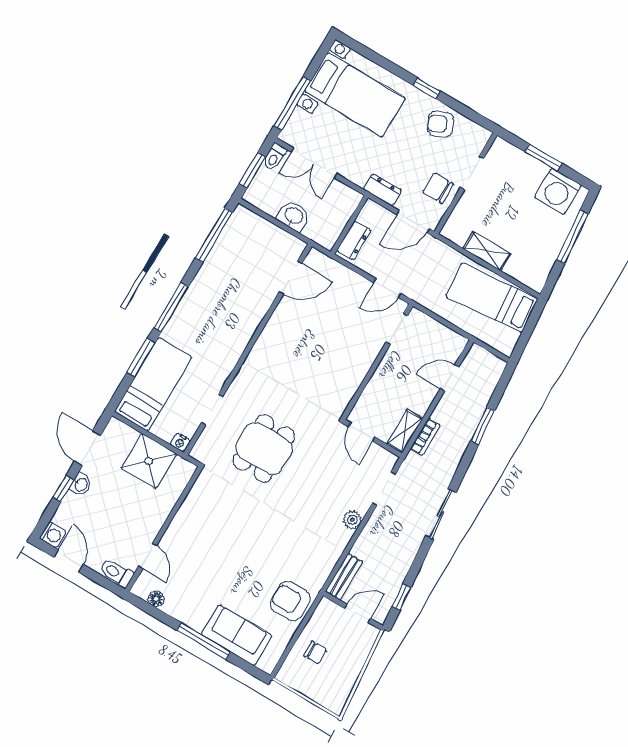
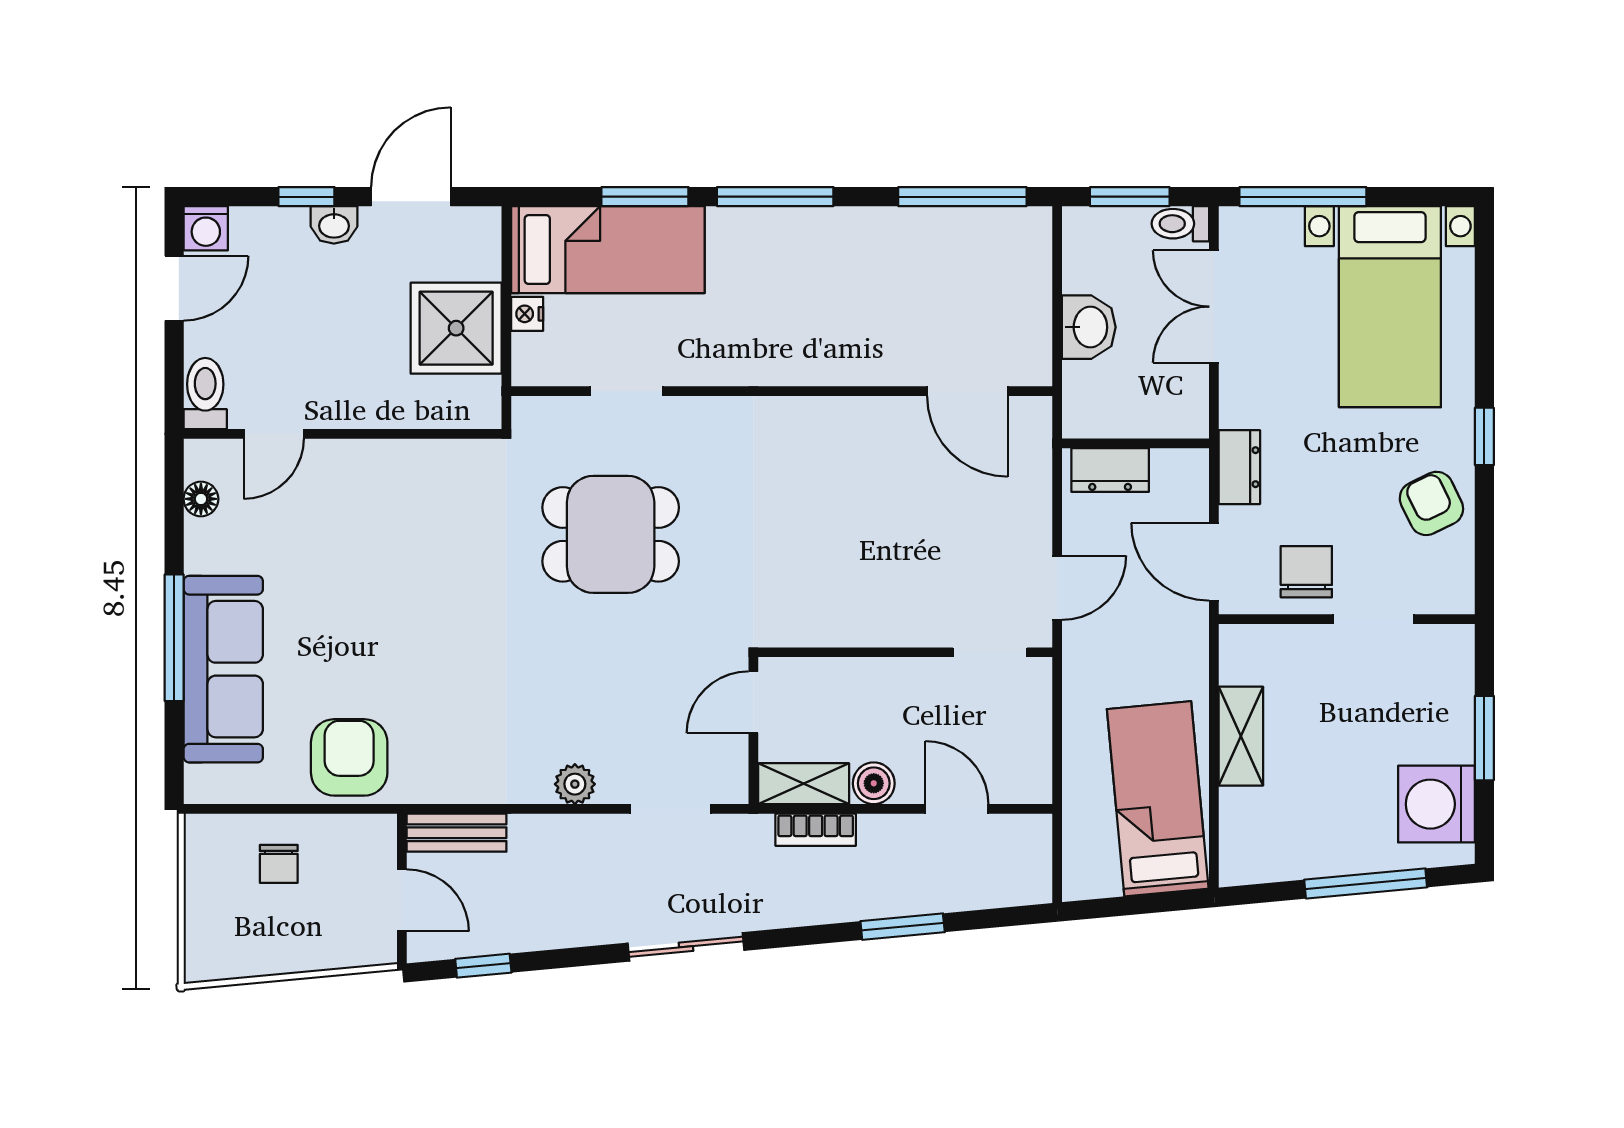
door: (387, 288) -> (1057, 588), swing flipped
boiler: (421, 404) -> (874, 783), added
nightstand: (180, 442) -> (527, 314), moved
sofa: (237, 635) -> (223, 669), width x1.36

